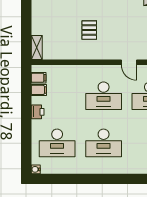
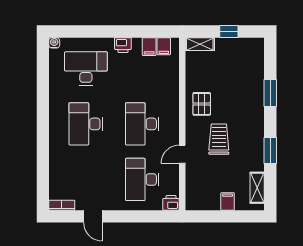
window: (26, 23) -> (229, 31), added
pallet: (89, 30) -> (202, 104), moved, turned 90
trolley: (116, 32) -> (219, 139), added
desk: (57, 143) -> (86, 68), turned 90

